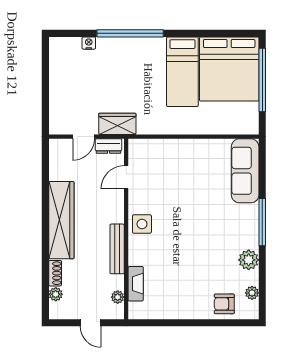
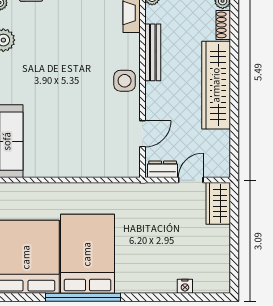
window: (130, 33) -> (83, 297), moved
bed: (182, 72) -> (87, 254), width x1.50
wardrobe: (117, 124) -> (218, 203), moved, turned 90

